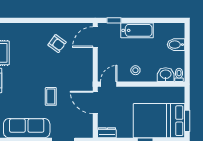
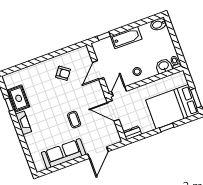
door: (95, 37) -> (98, 70), moved
bidet: (176, 45) -> (158, 24), moved

